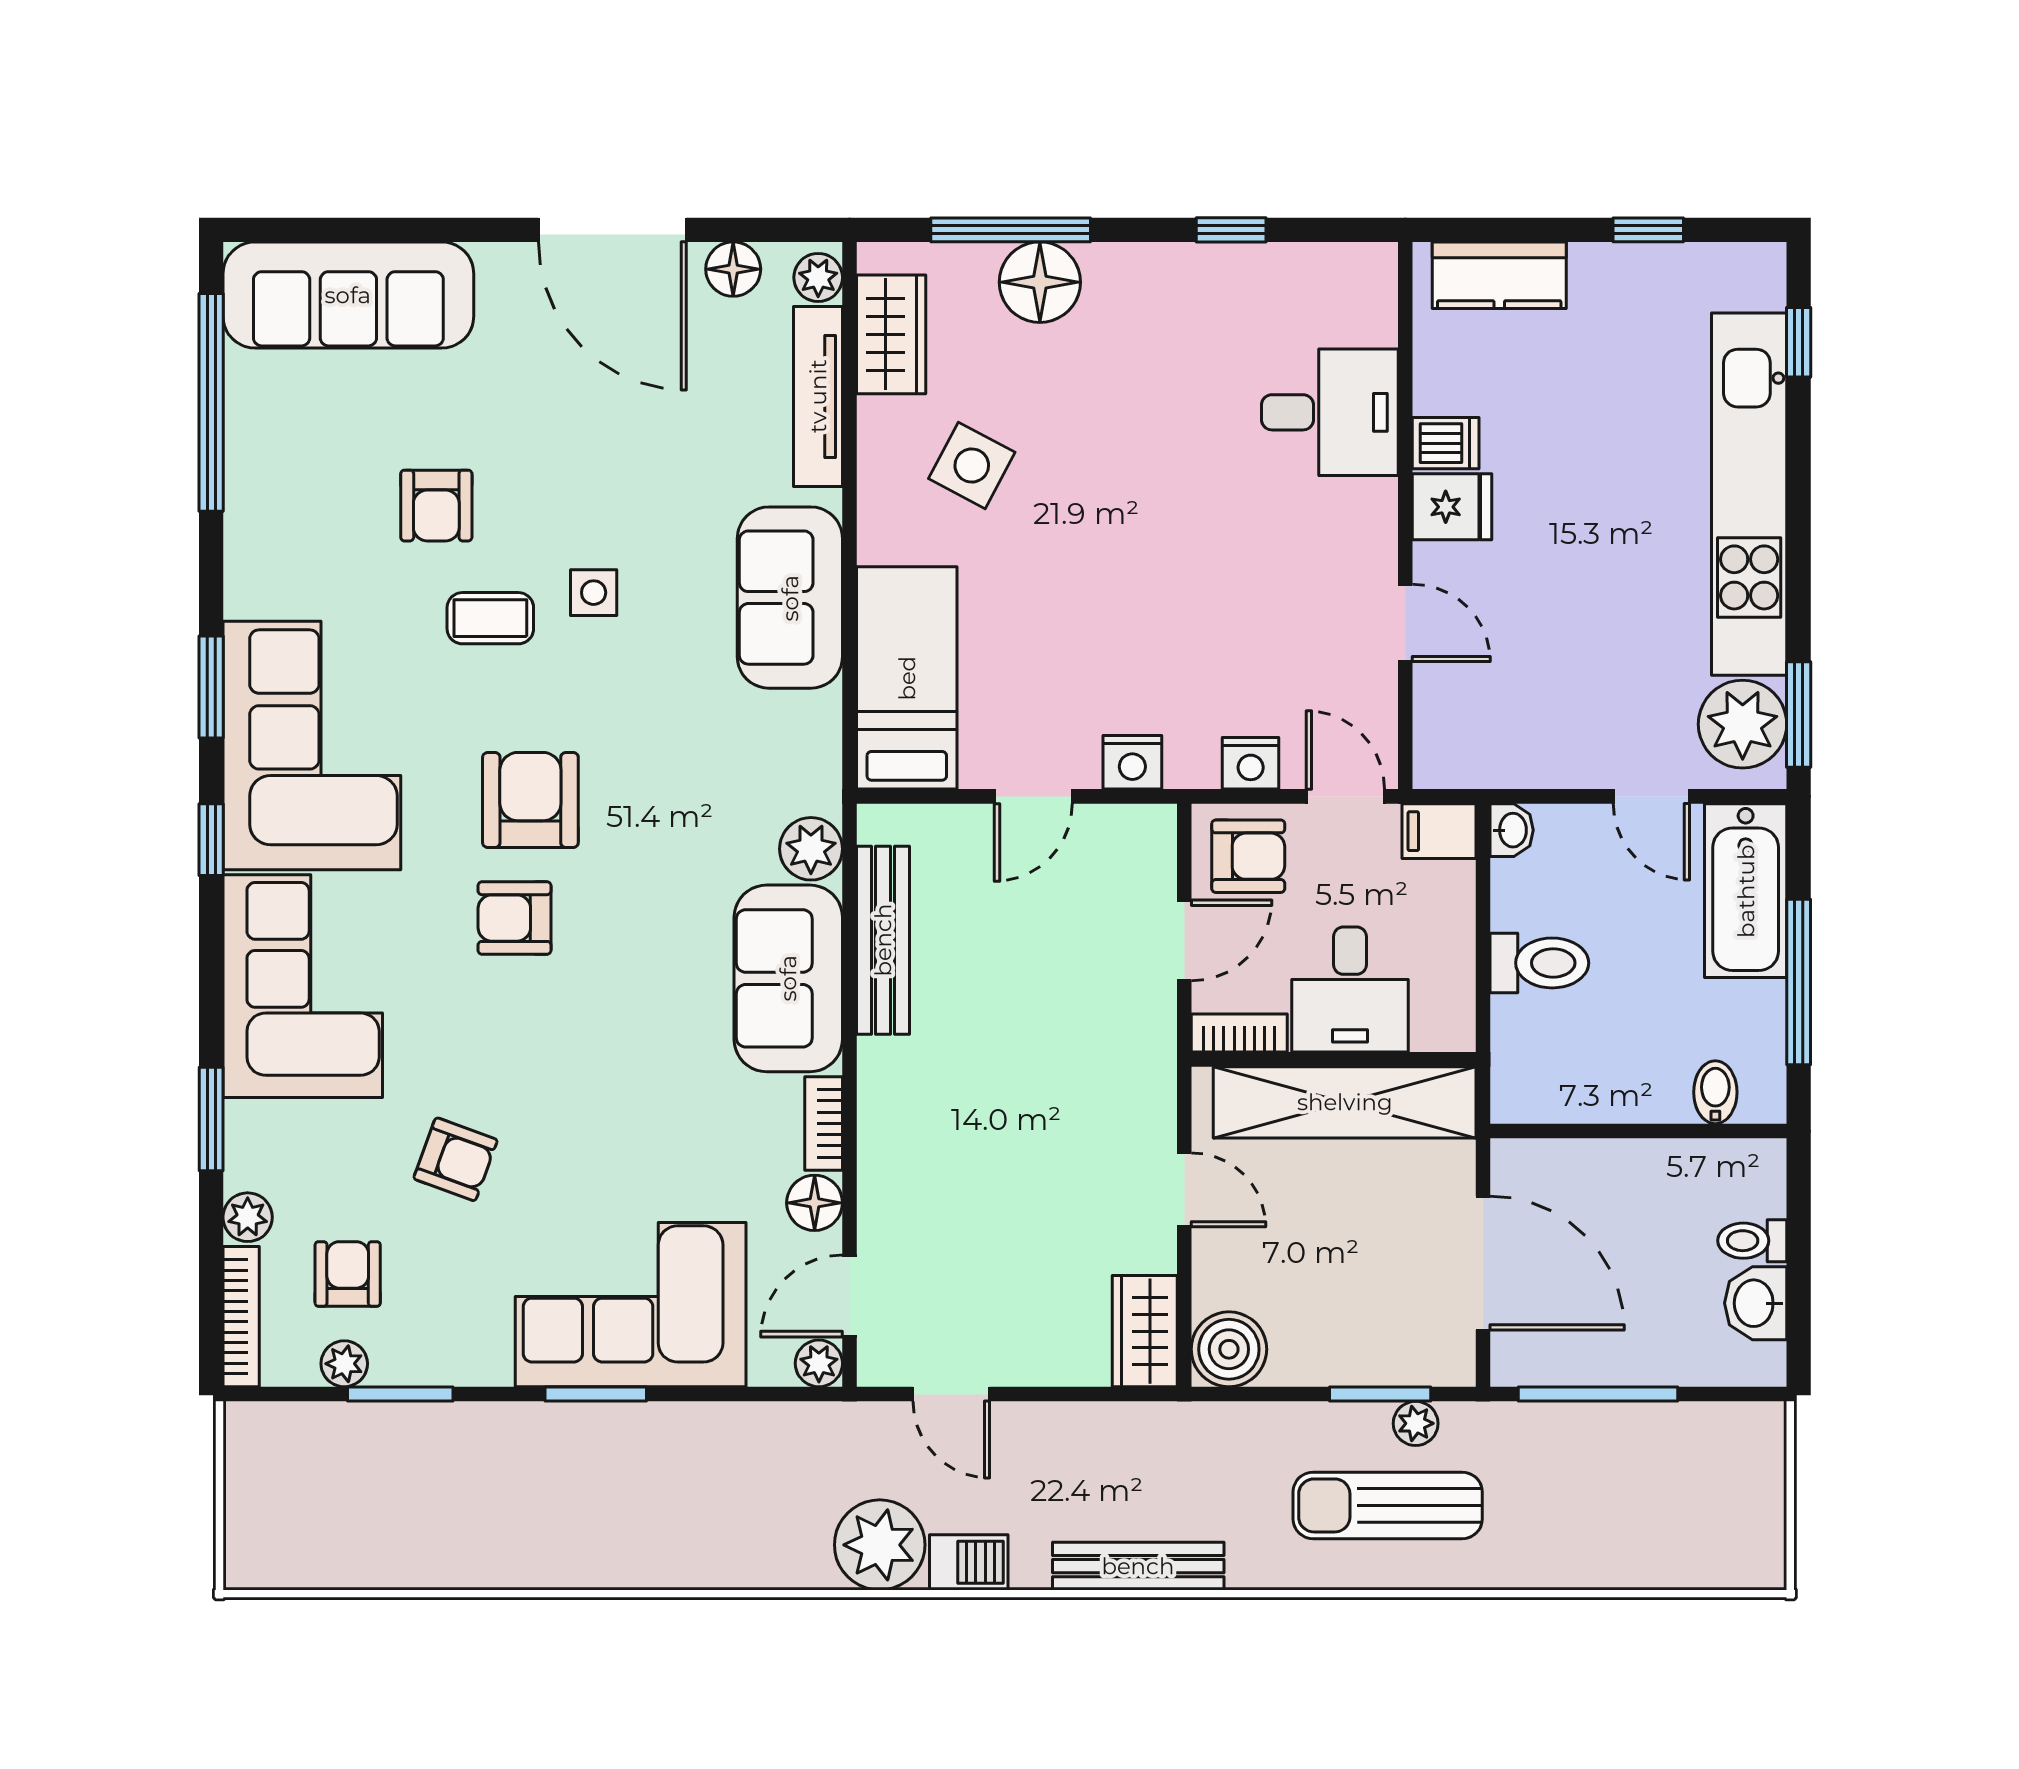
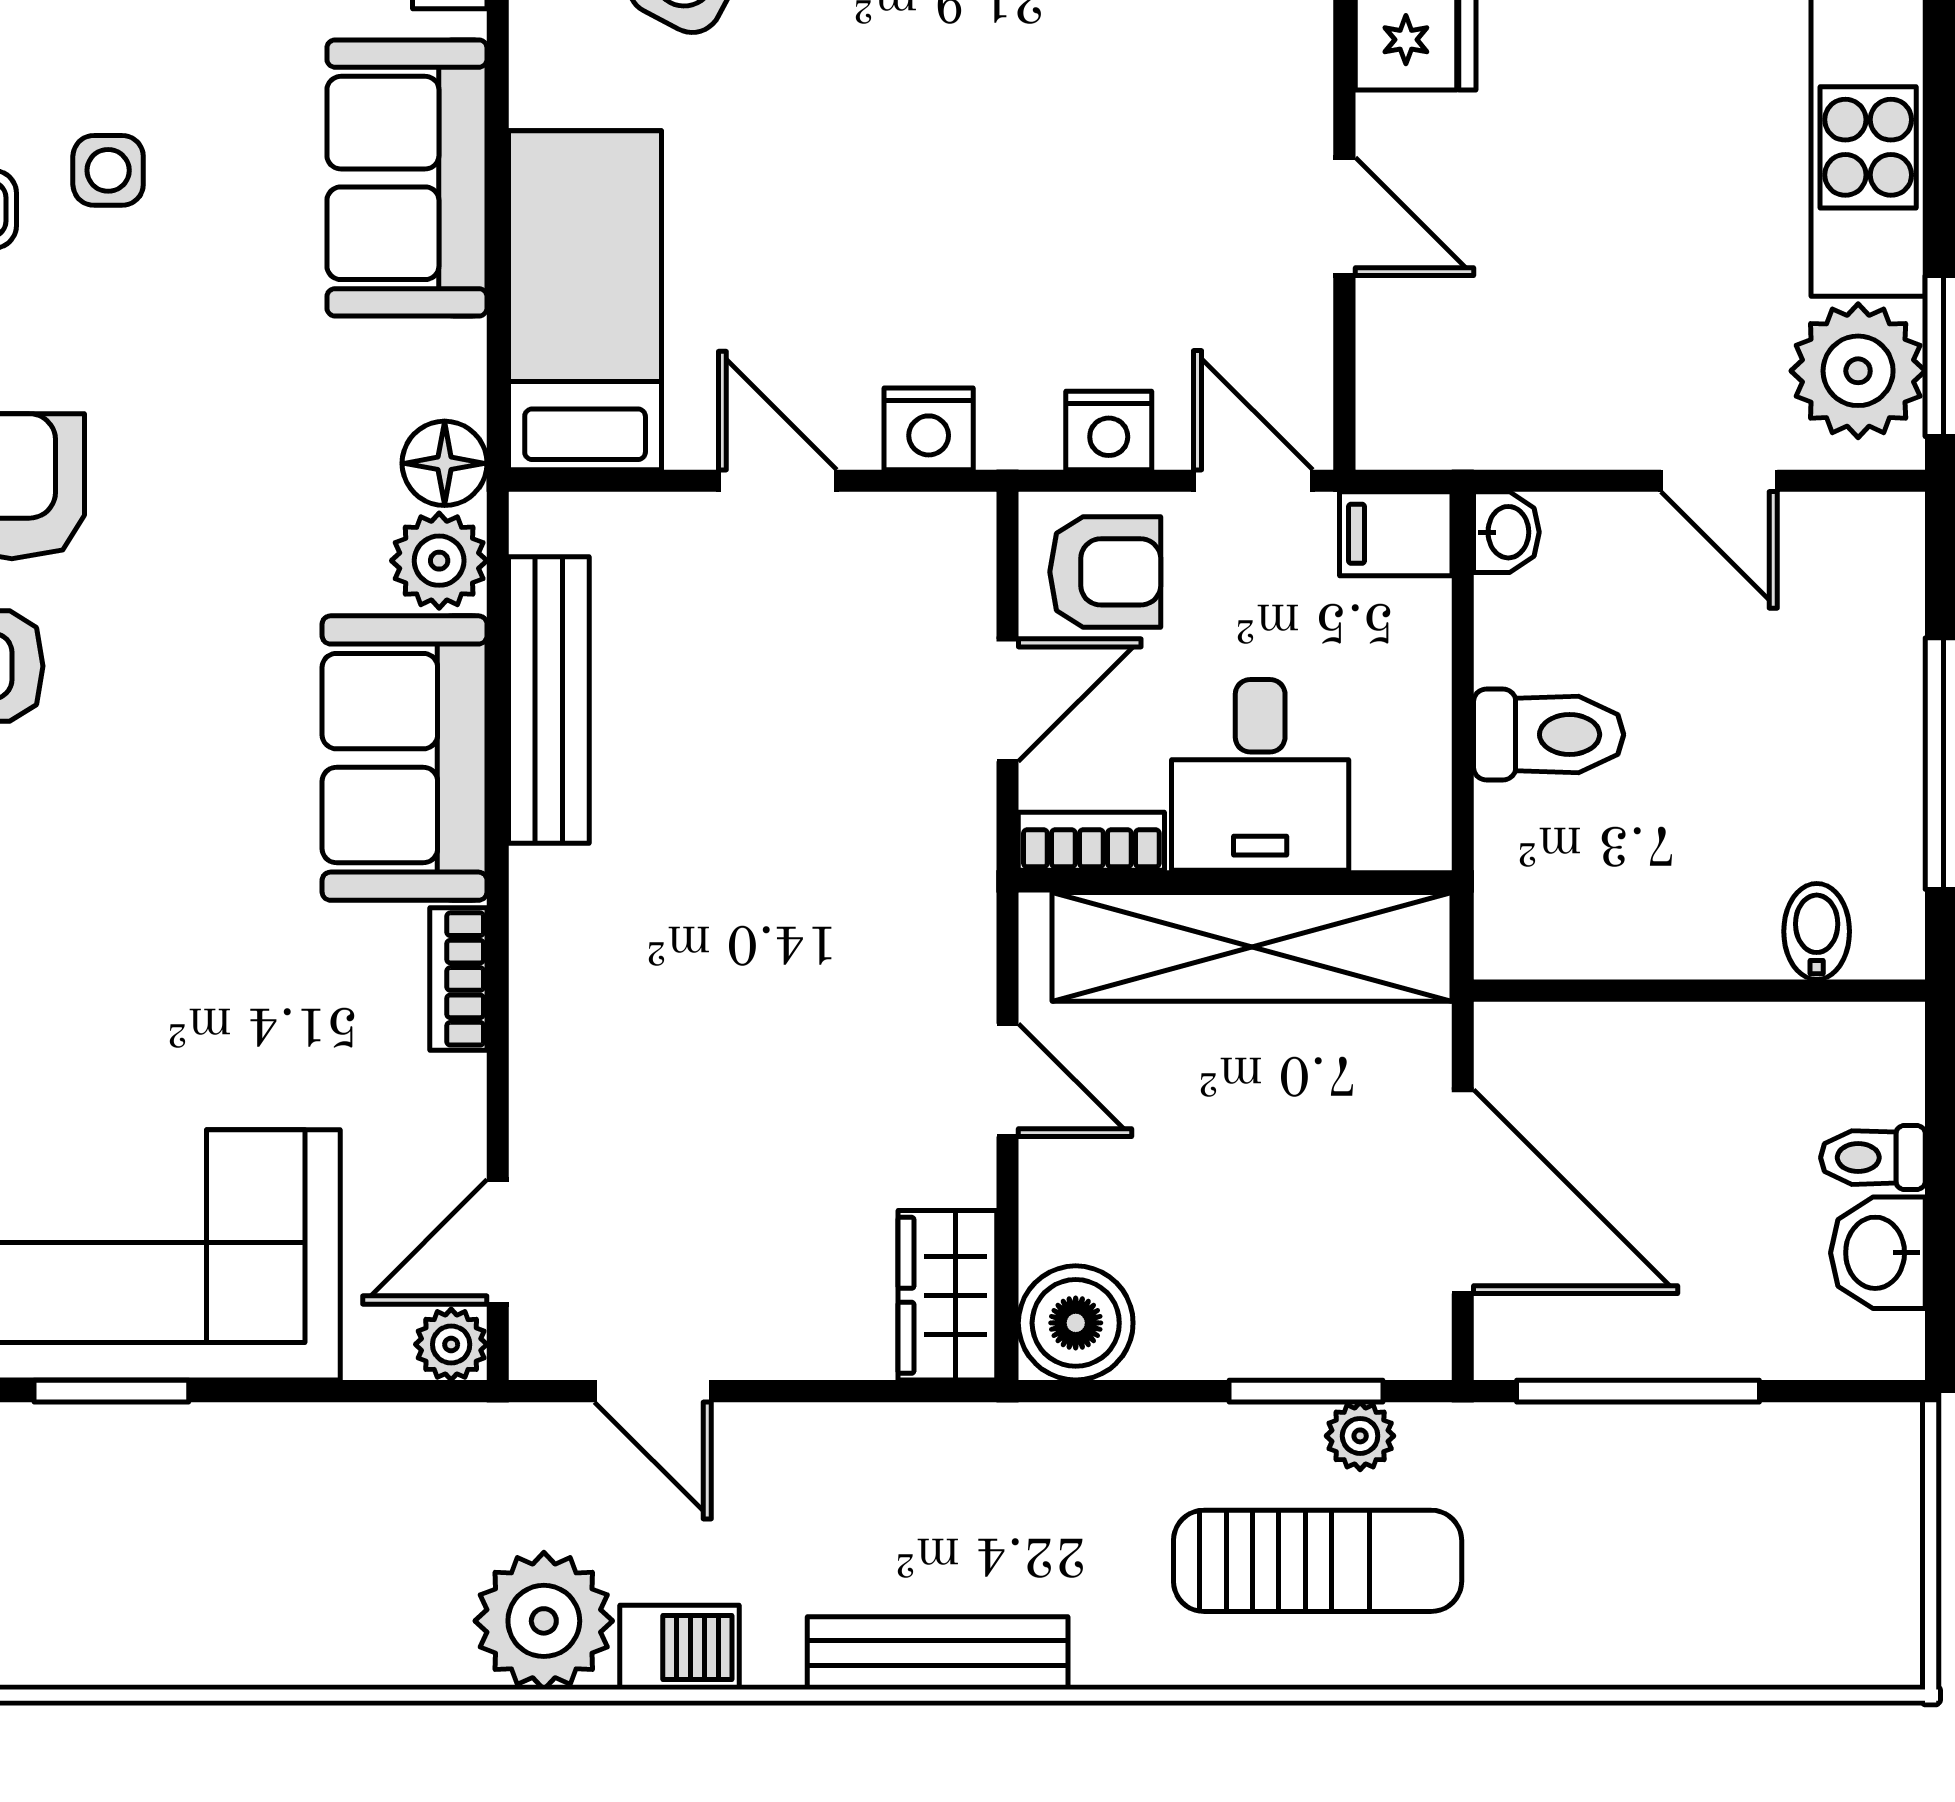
door: (1033, 796) -> (778, 481), swing flipped
bathtub: (1746, 891) -> (1863, 624), removed
floor lamp: (815, 1203) -> (445, 463), moved
sun lounger: (1388, 1505) -> (1318, 1561), turned 180

